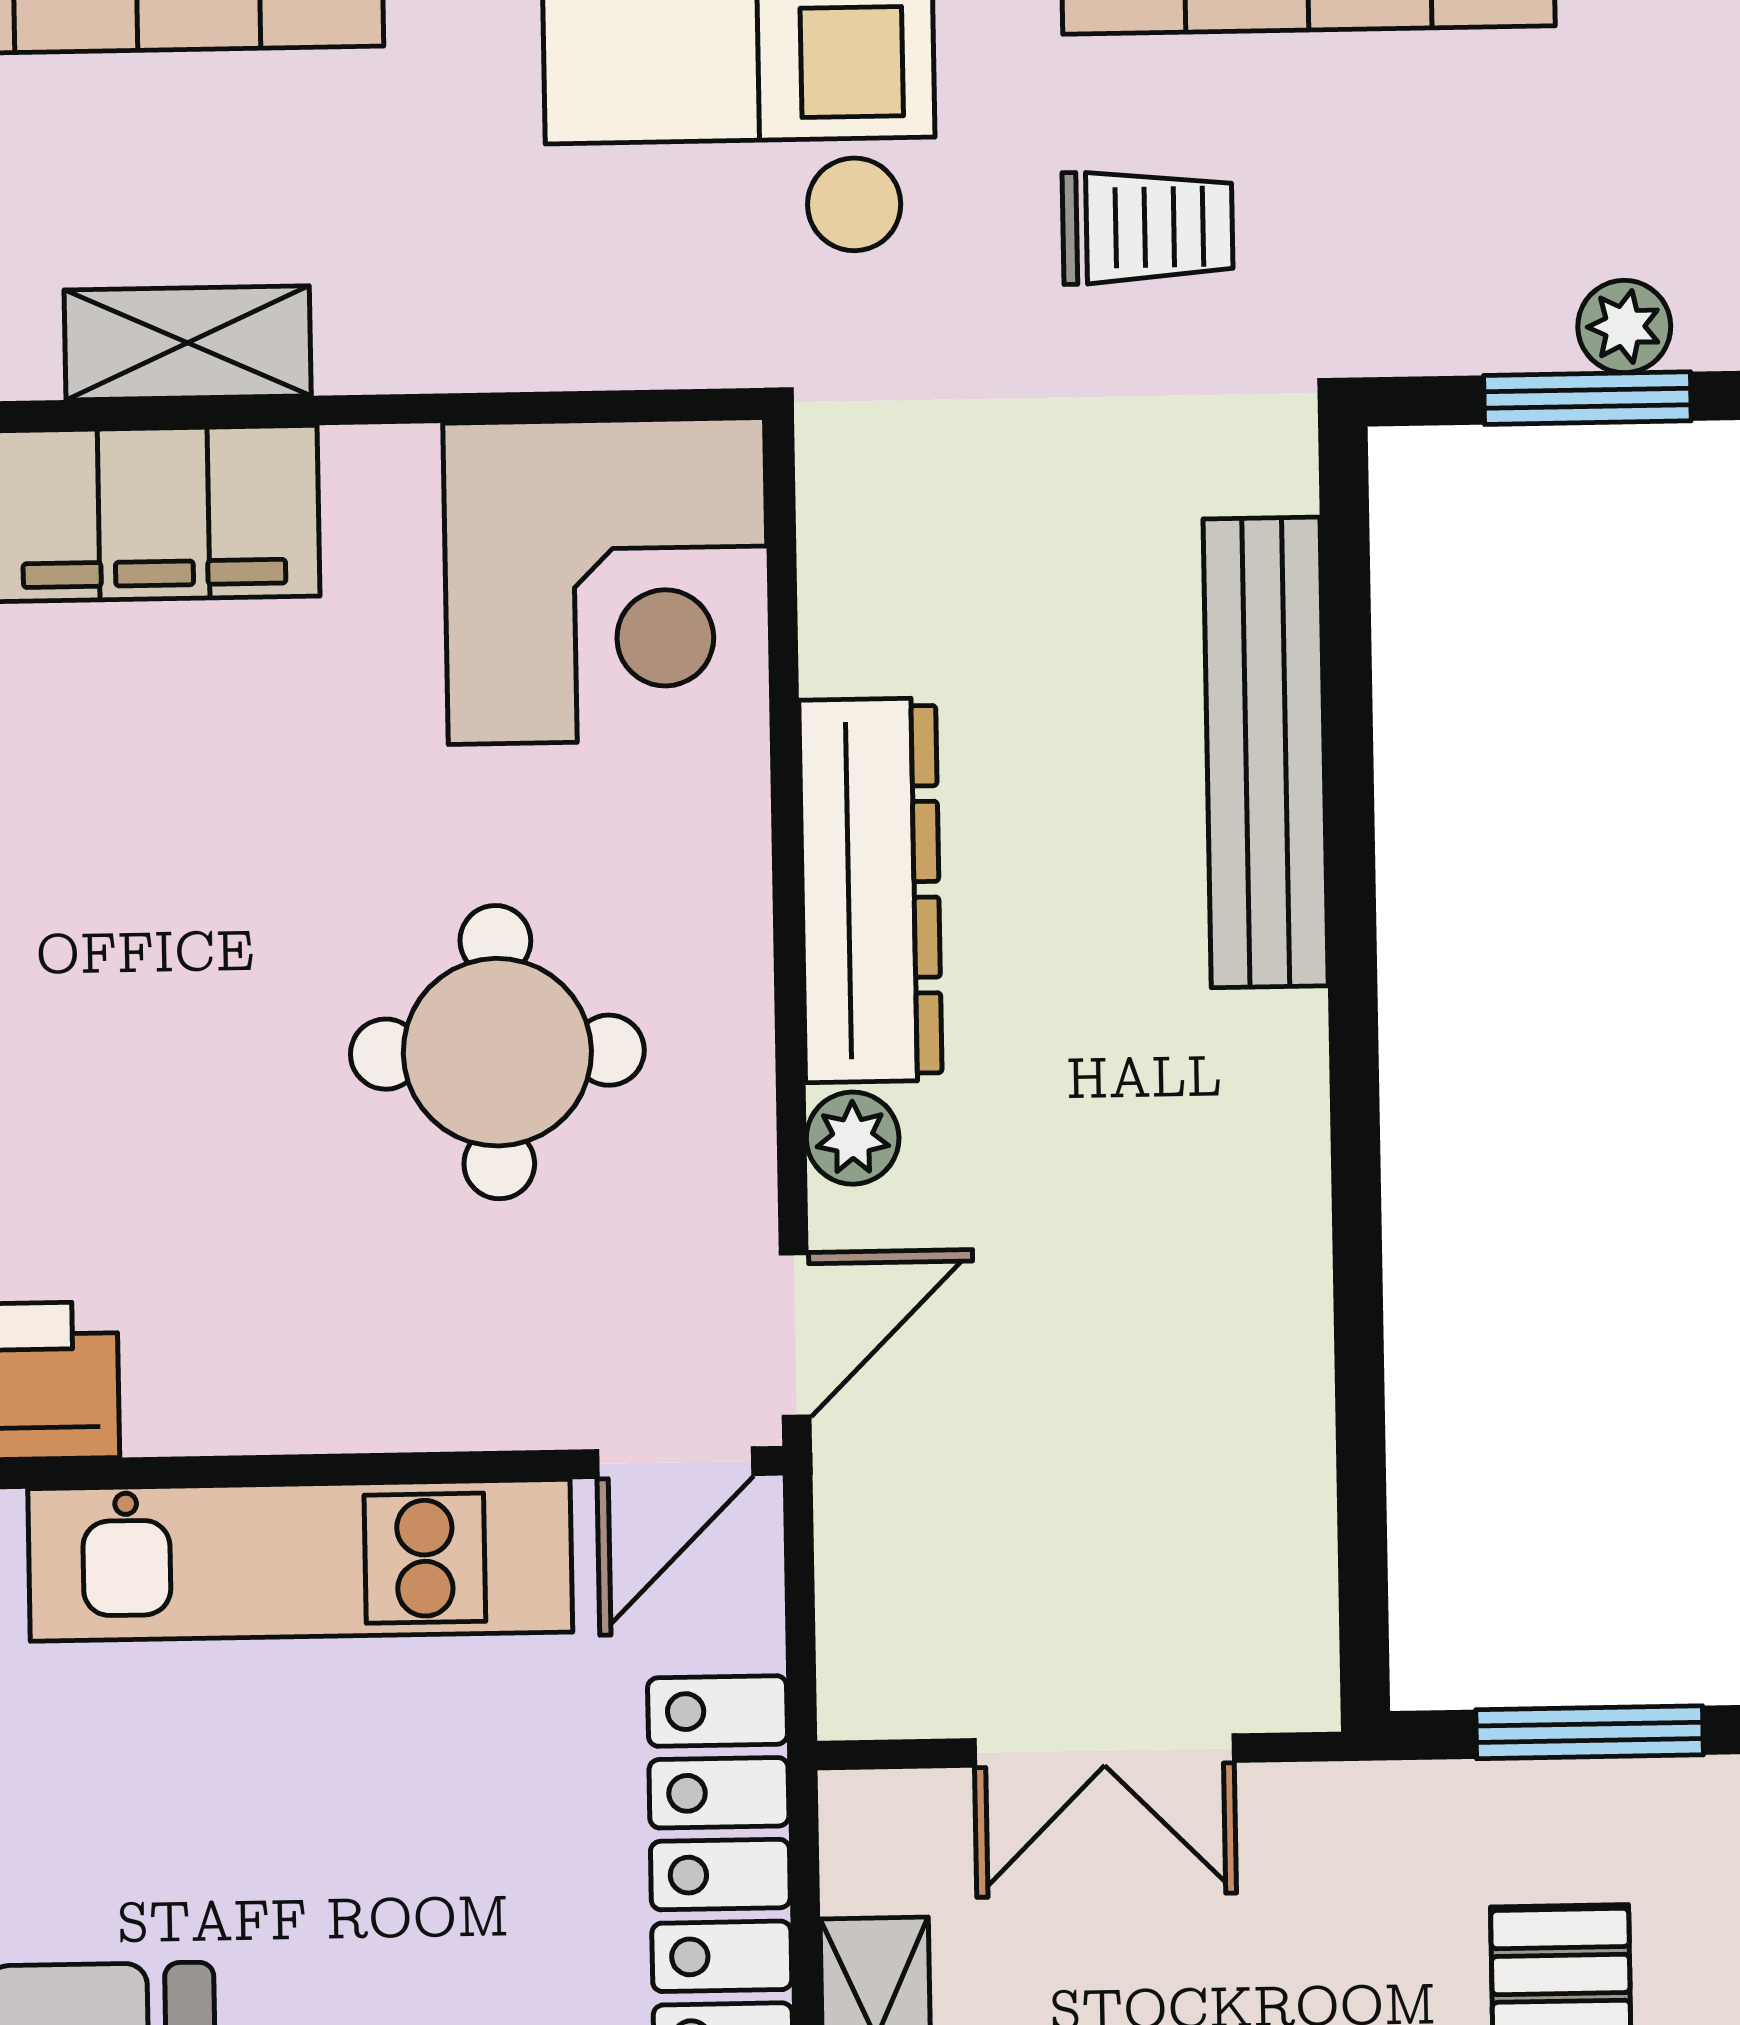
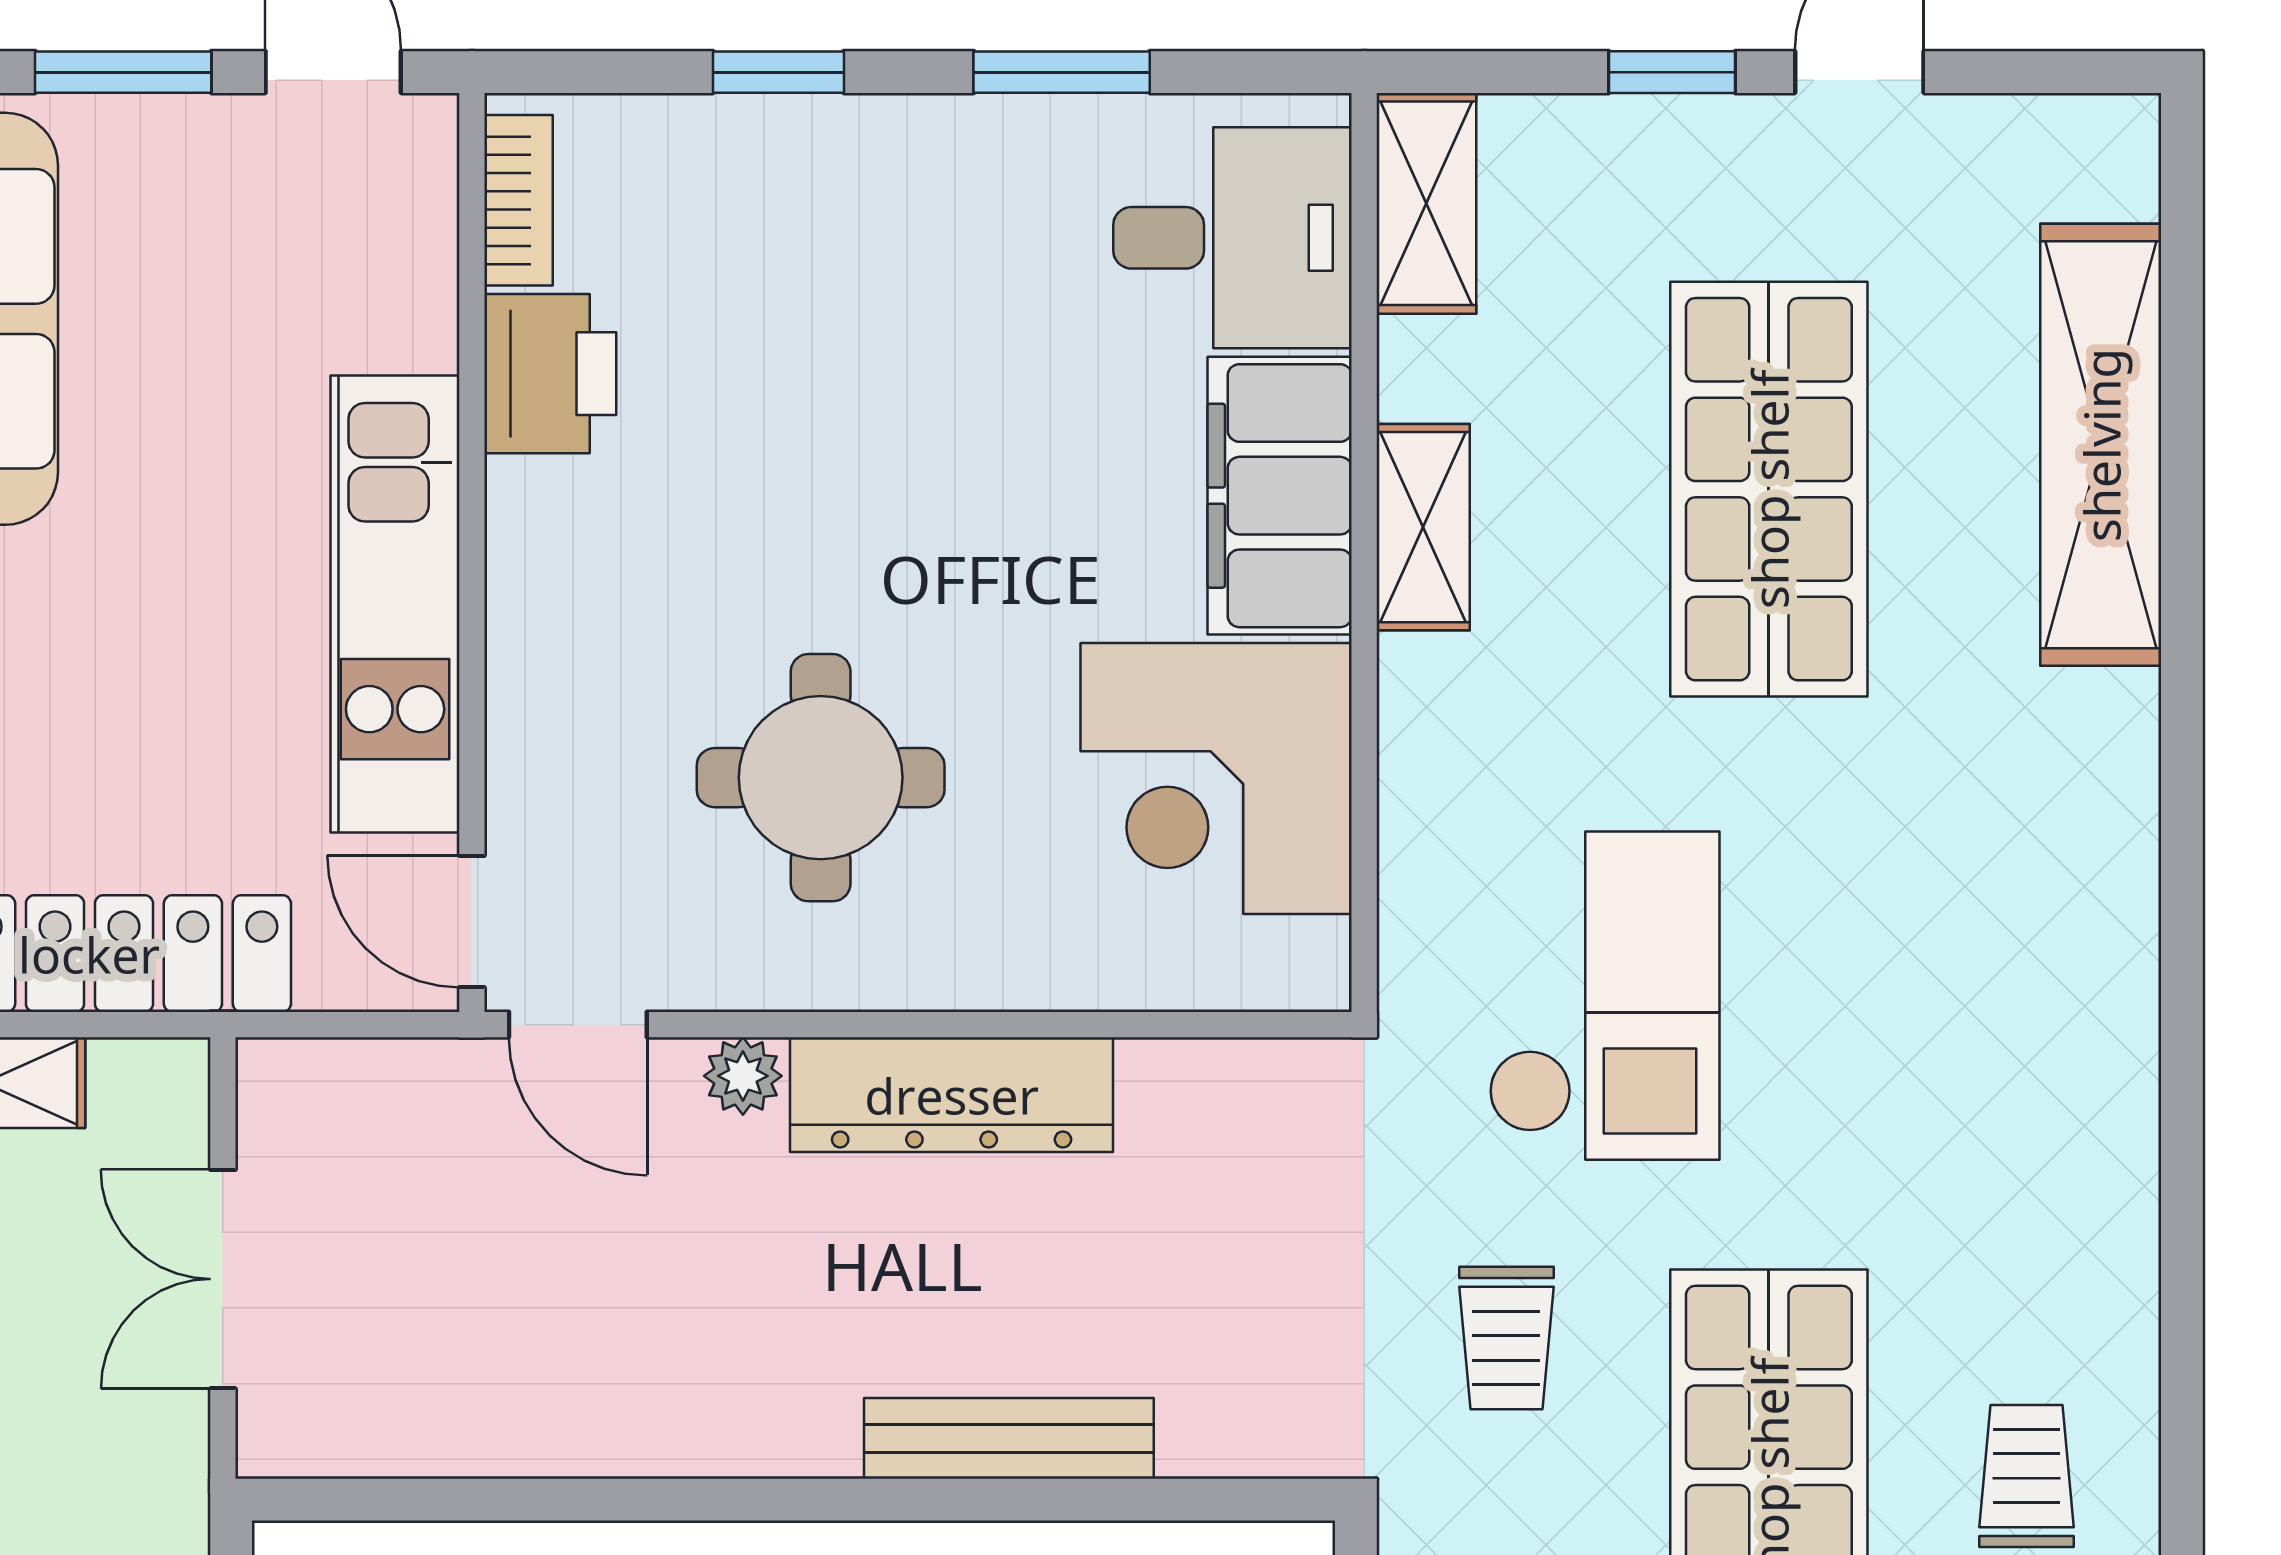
corner desk: (606, 581) -> (1216, 779), moved
bench: (1266, 752) -> (1009, 1438), width x0.73, depth x0.82

